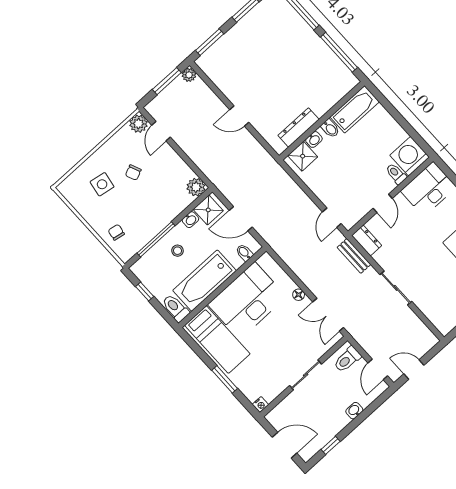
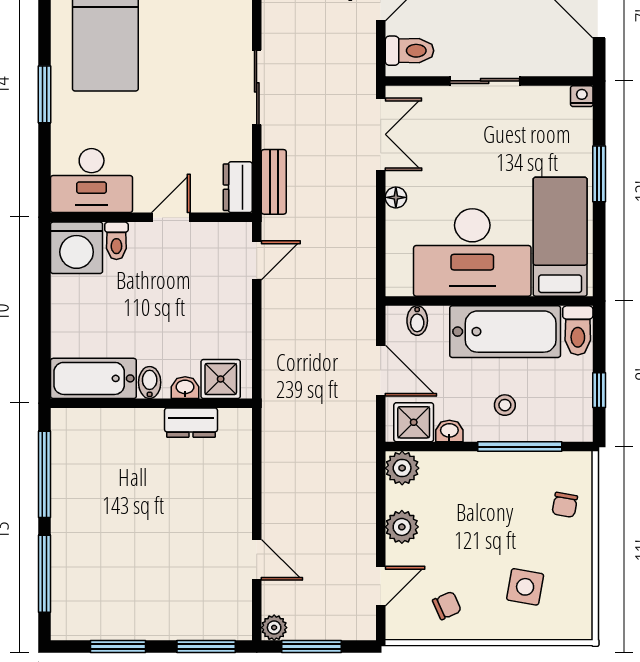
door: (239, 116) -> (257, 560), moved
plant: (138, 124) -> (402, 527), moved
dresser: (299, 127) -> (191, 423), width x0.70
chair: (133, 173) -> (447, 606), moved

